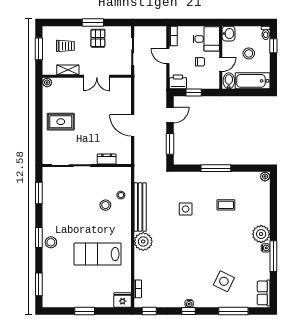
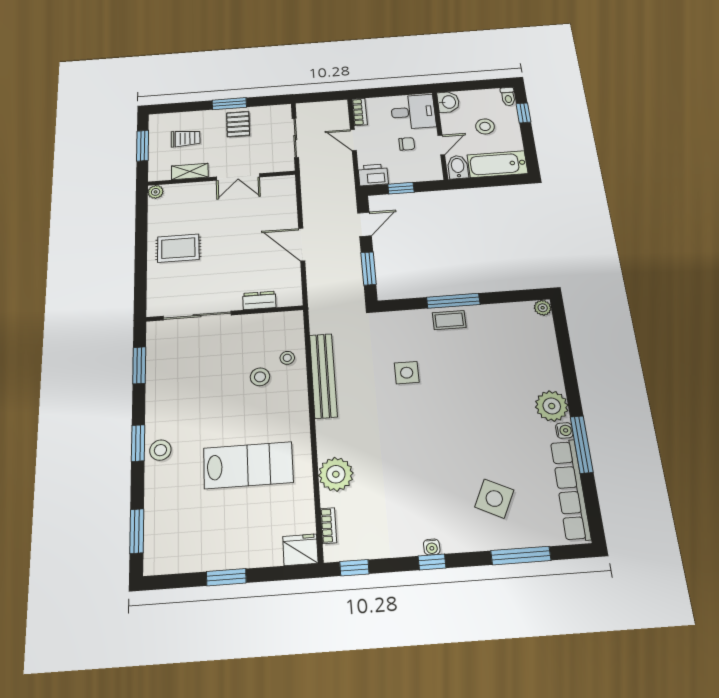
coffee table: (226, 205) -> (449, 320), moved
plant: (143, 241) -> (336, 474), moved
lab bench: (97, 254) -> (248, 465), turned 180
row of seats: (264, 293) -> (570, 490), width x2.02

